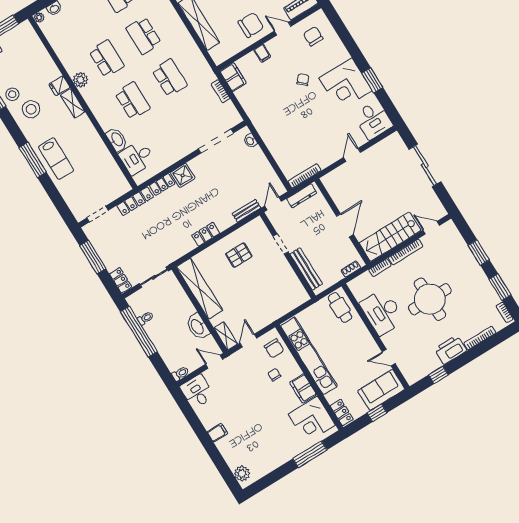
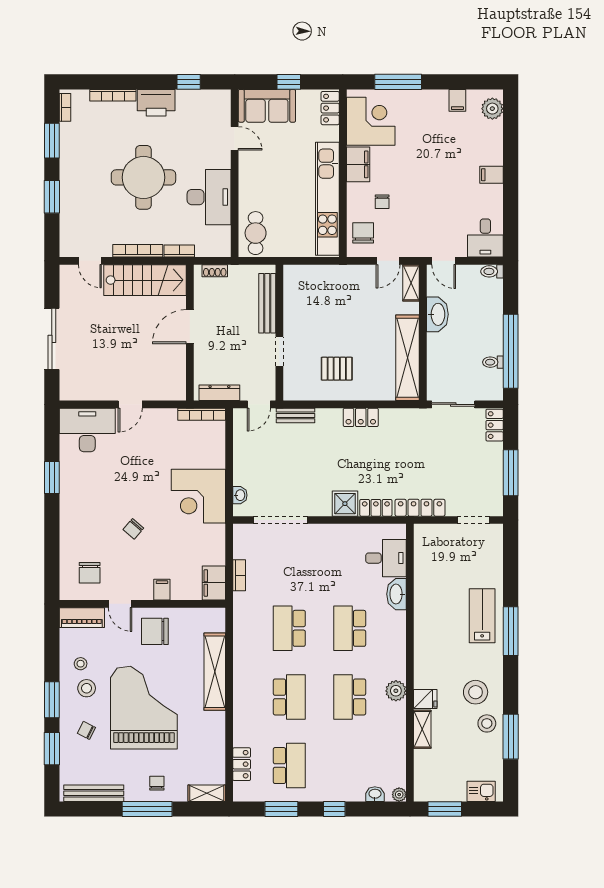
corner desk: (346, 84) -> (198, 496), moved, turned 180
shelving: (73, 103) -> (422, 729), moved
desk: (373, 120) -> (87, 430), width x1.37
filing cabinet: (266, 465) -> (457, 100), added

